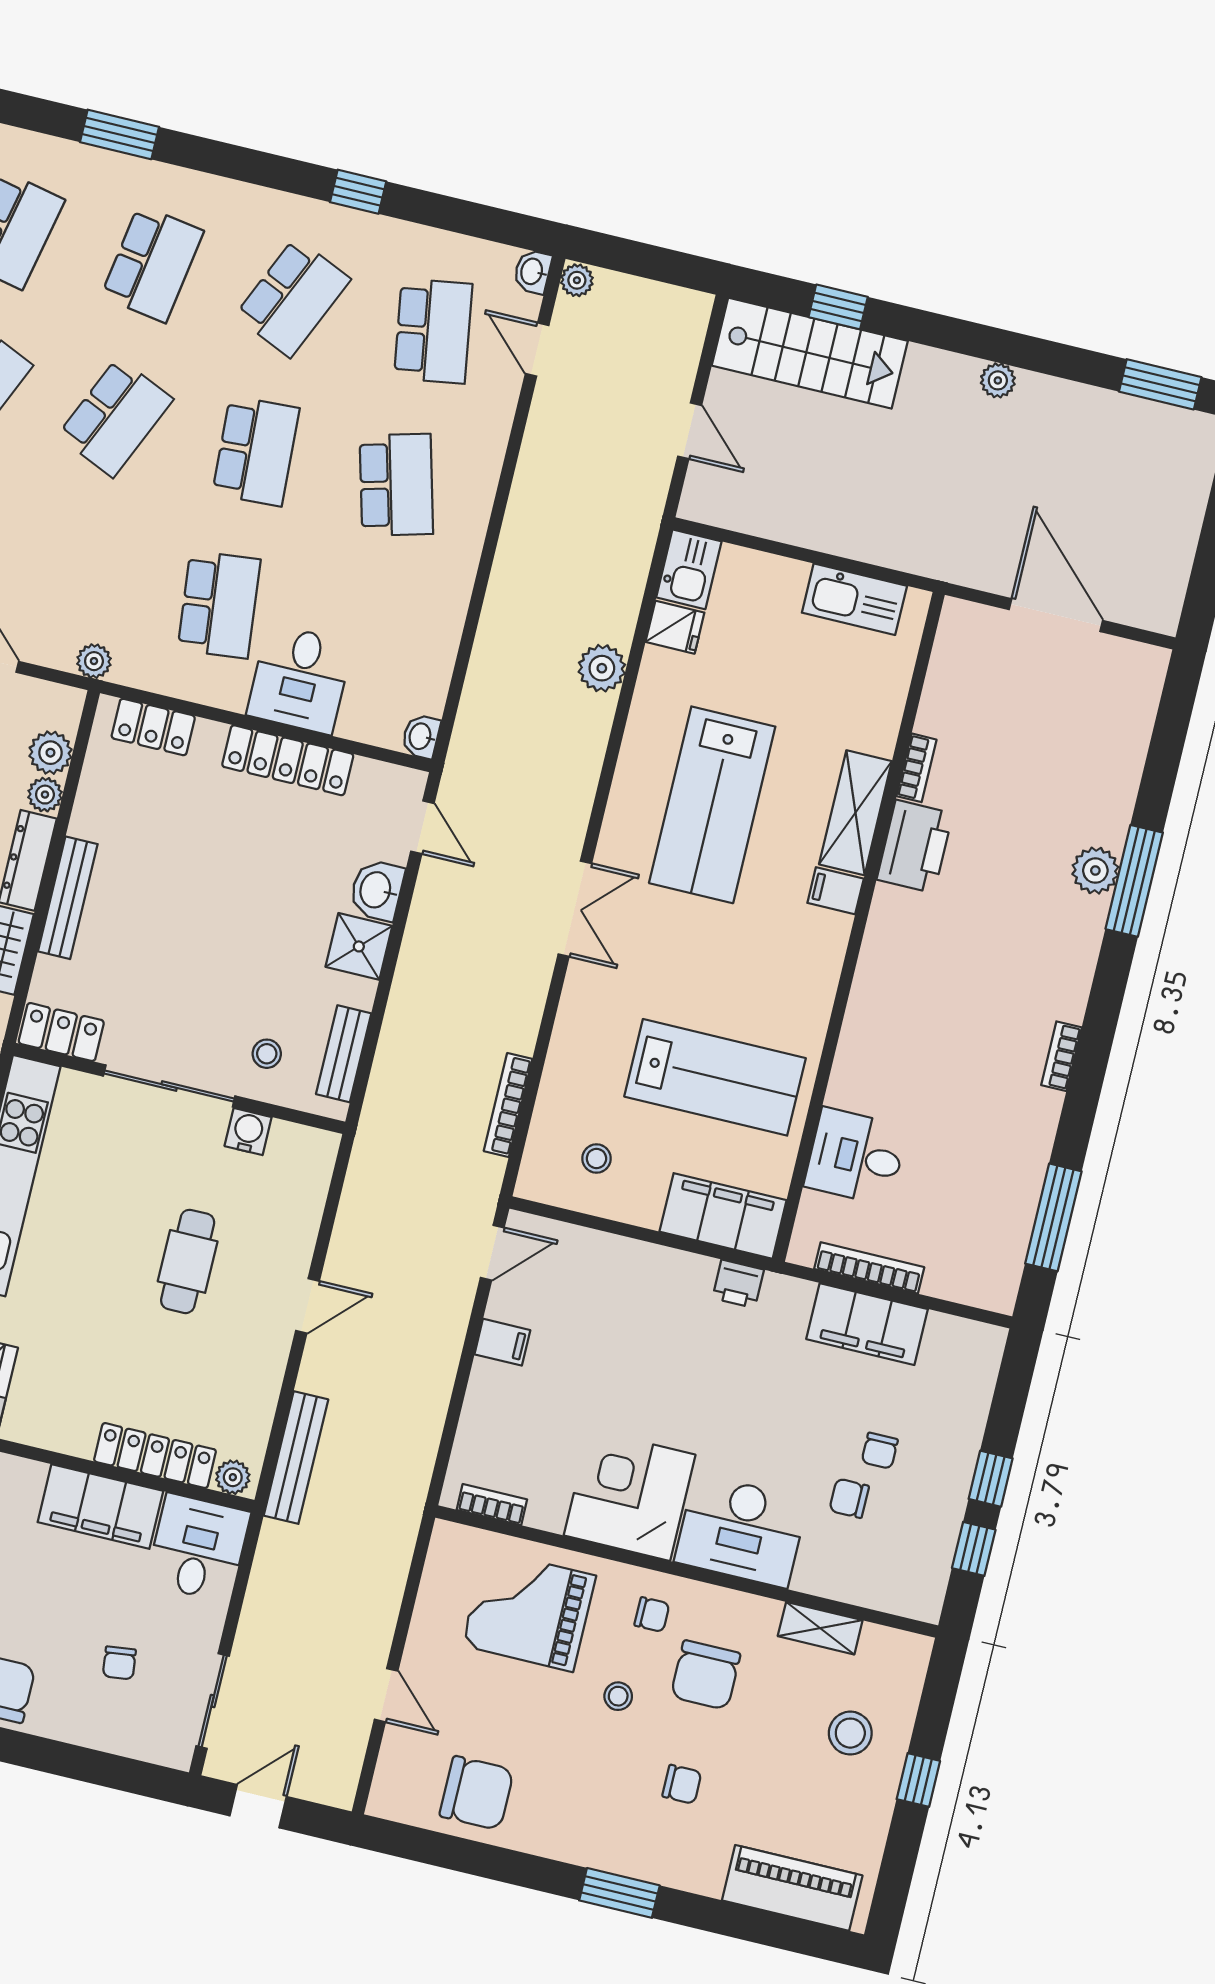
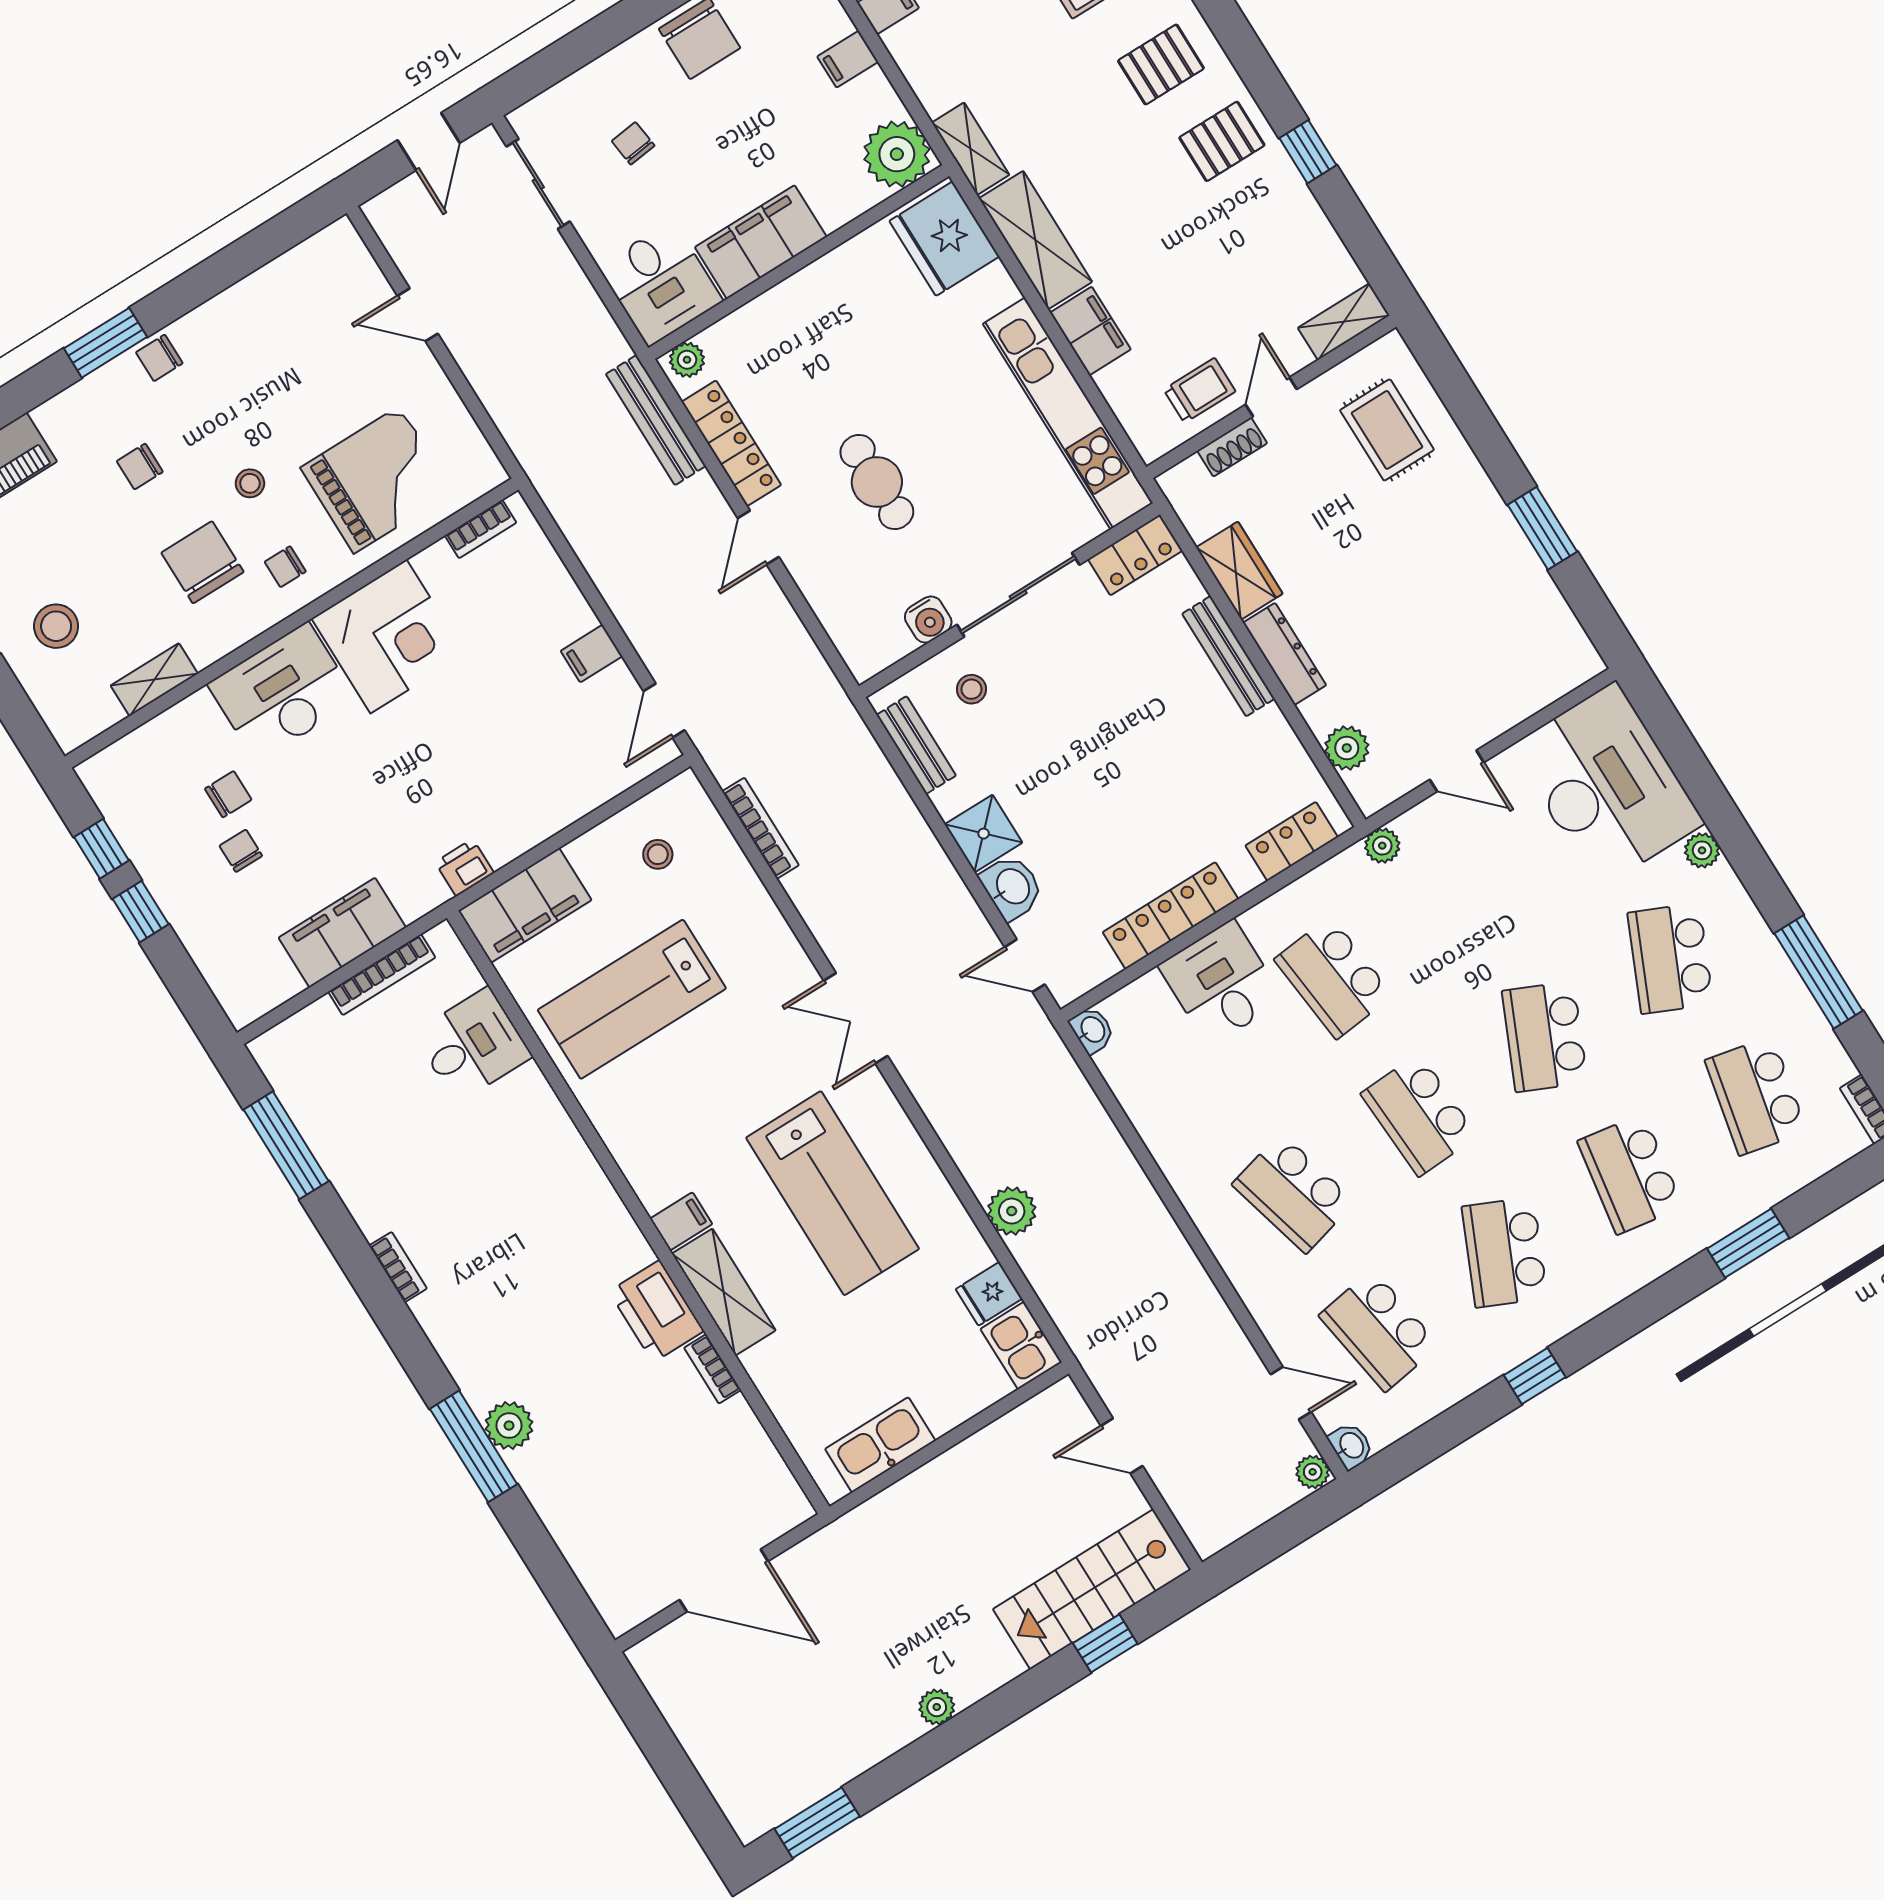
plant: (45, 795) -> (1320, 714), removed
lab bench: (712, 805) -> (833, 1193), turned 180
locker: (155, 1456) -> (731, 443), moved, turned -90
chair: (477, 1793) -> (159, 358), moved, width x0.54, depth x0.54

